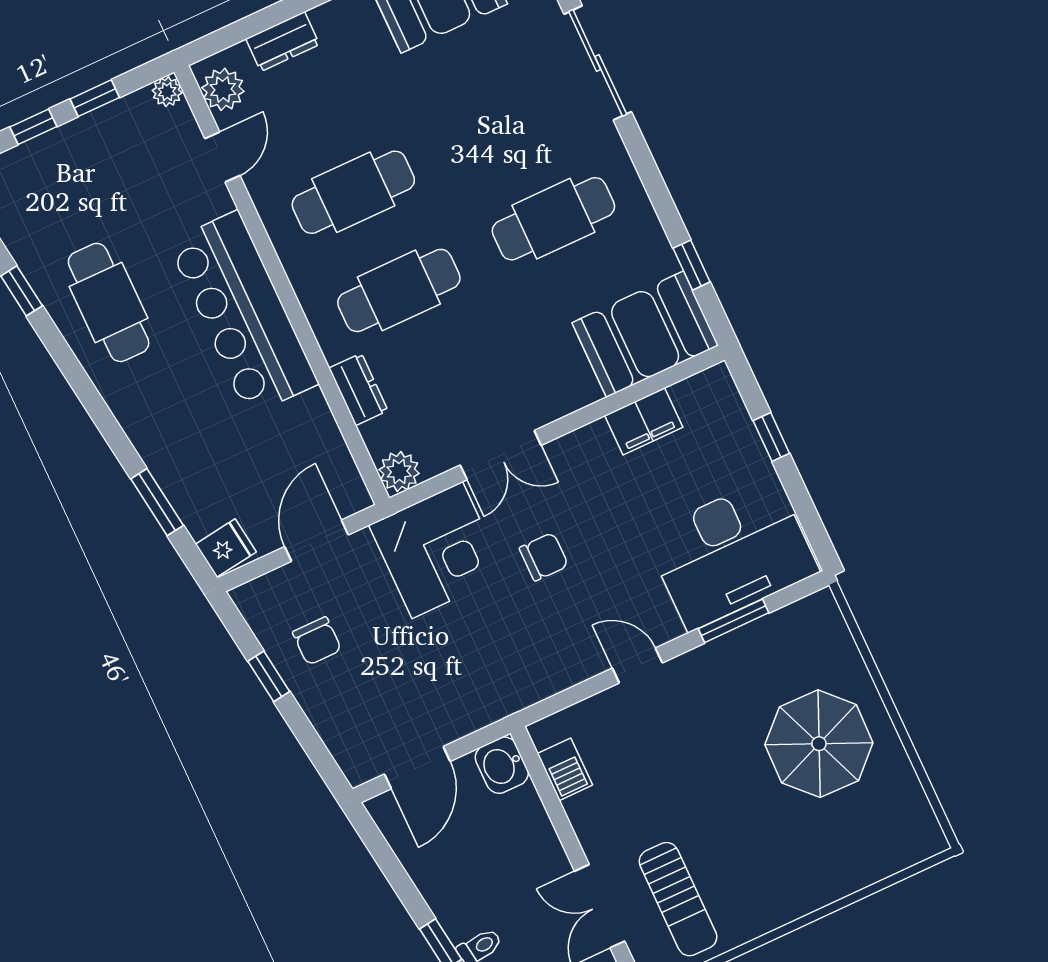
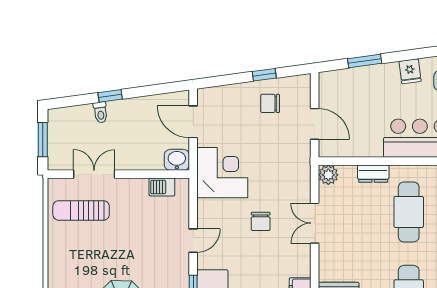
fridge: (226, 548) -> (410, 71), moved
corner desk: (437, 550) -> (222, 173), moved, turned 180

